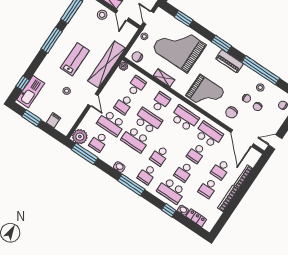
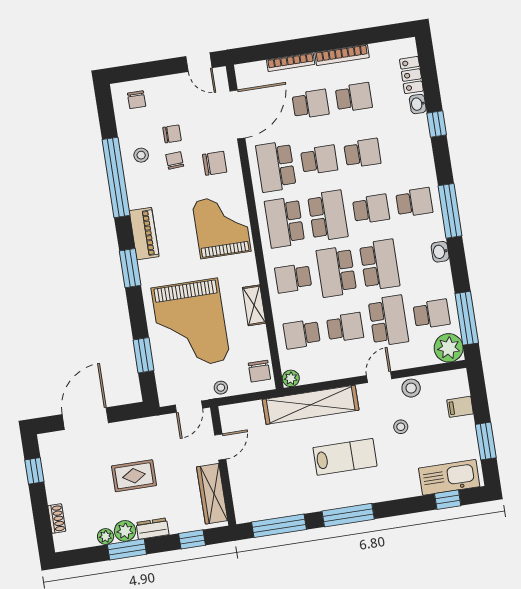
stool: (102, 15) -> (411, 388), moved
lab bench: (75, 59) -> (345, 457), turned 180
school desk: (171, 191) -> (328, 216), moved

